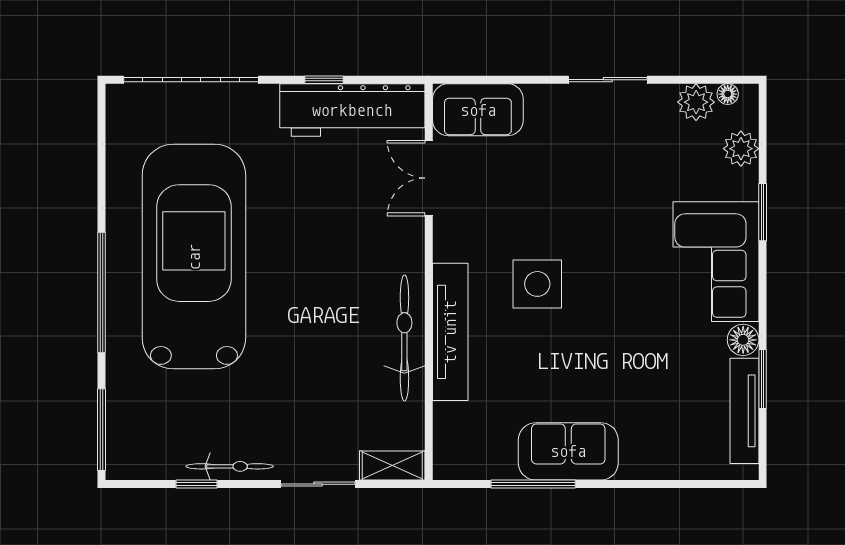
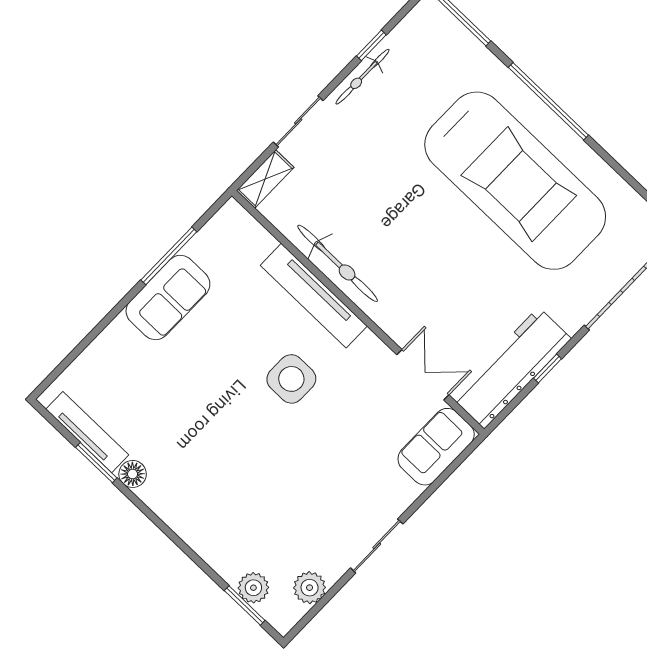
floor lamp: (728, 94) -> (296, 612), removed
window: (763, 212) -> (245, 605), moved
corner sofa: (716, 262) -> (198, 504), removed

